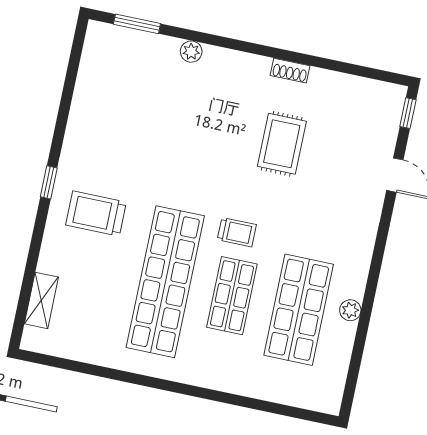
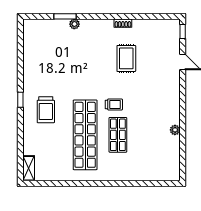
window: (137, 24) -> (65, 16), moved
trolley: (96, 214) -> (46, 110), turned -90
shelving: (41, 300) -> (29, 168), moved
shop shelf: (299, 310) -> (151, 135), removed

